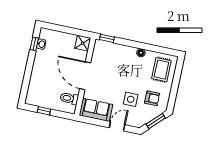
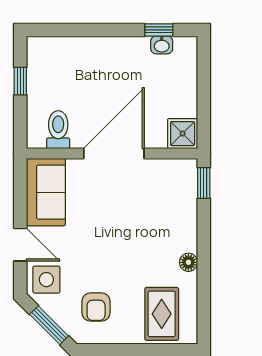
rug: (161, 70) -> (162, 314), turned 90
side table: (131, 99) -> (46, 280), moved

